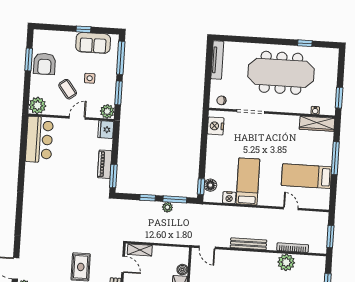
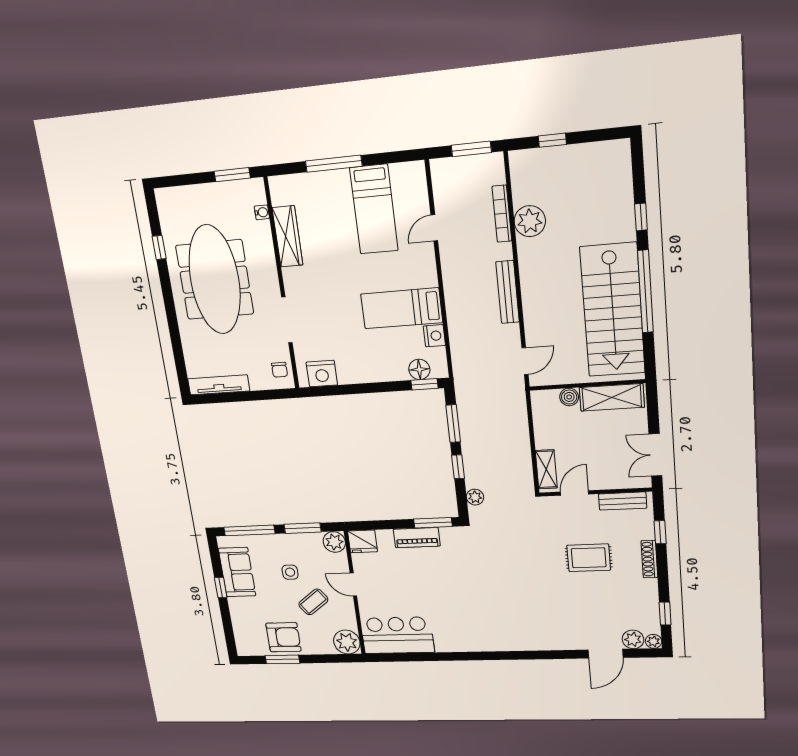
wardrobe: (317, 124) -> (287, 236), moved
plant: (167, 207) -> (475, 497), moved

